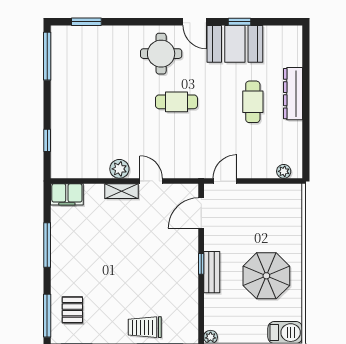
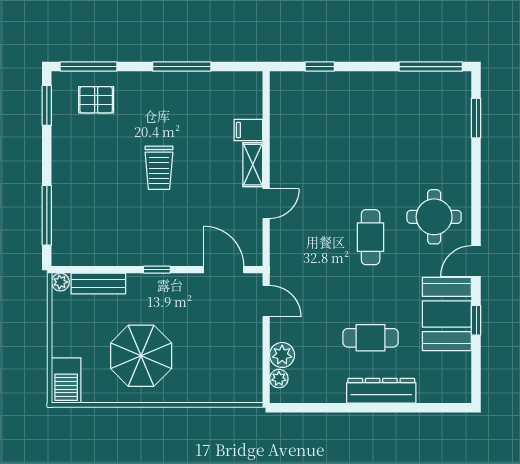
plant: (119, 169) -> (282, 355), moved
filing cabinet: (67, 194) -> (248, 130), moved, width x0.50
bench: (212, 272) -> (98, 283), moved
trolley: (145, 327) -> (159, 168), moved, turned 180

